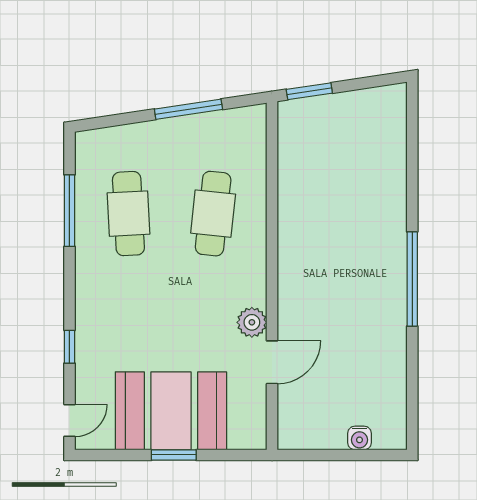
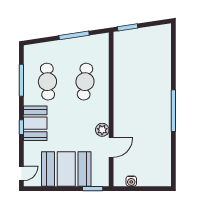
booth: (101, 307) -> (35, 123), added
window: (69, 347) -> (21, 127), moved
water cooler: (359, 438) -> (131, 181), moved
window: (174, 455) -> (93, 189), moved

